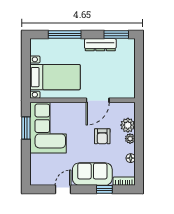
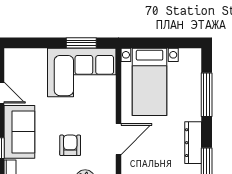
door: (98, 100) -> (118, 139), swing flipped
armchair: (102, 136) -> (70, 145), turned 90

